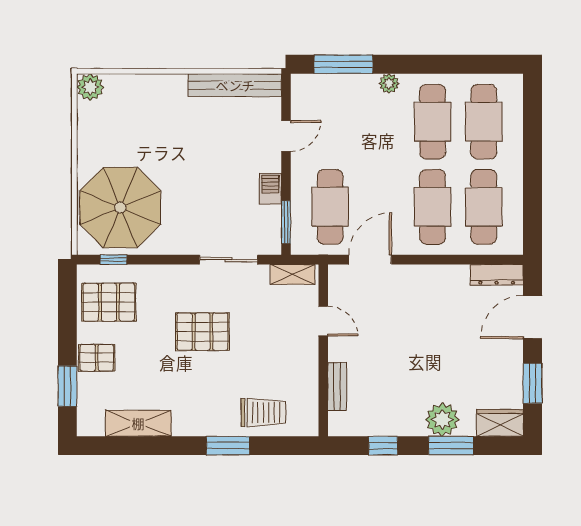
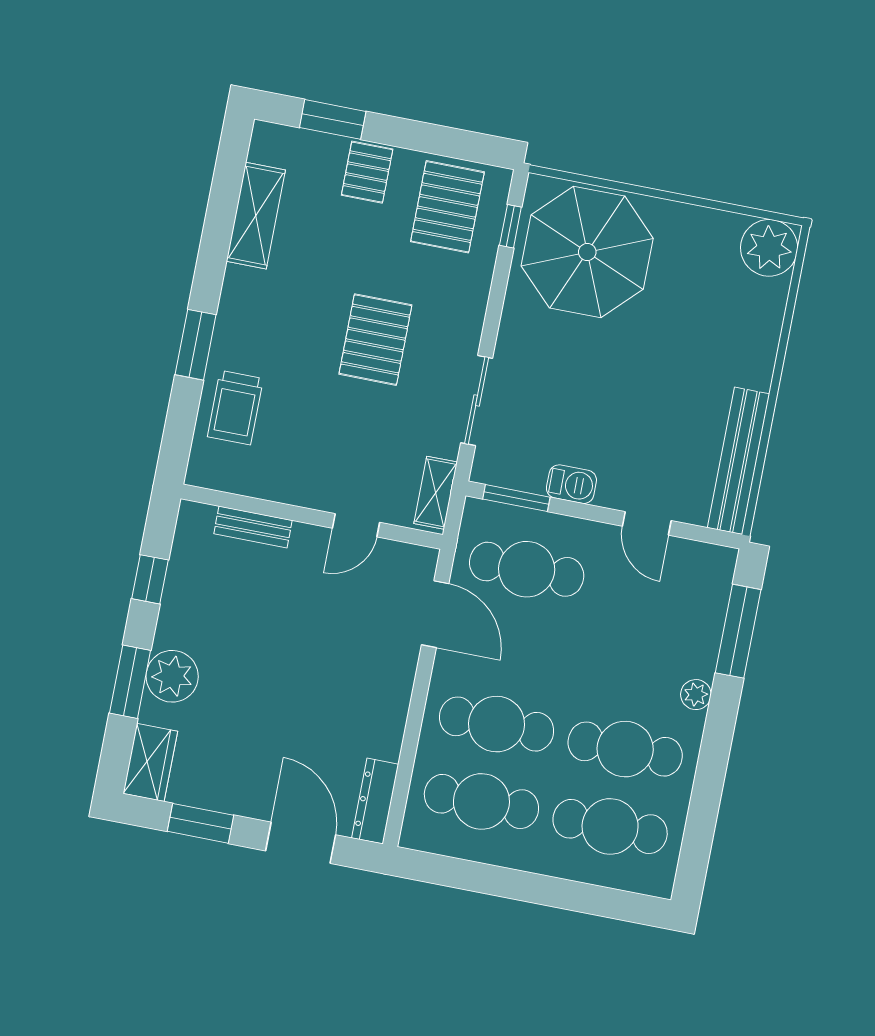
plant: (90, 87) -> (769, 248), width x1.36, depth x1.36

